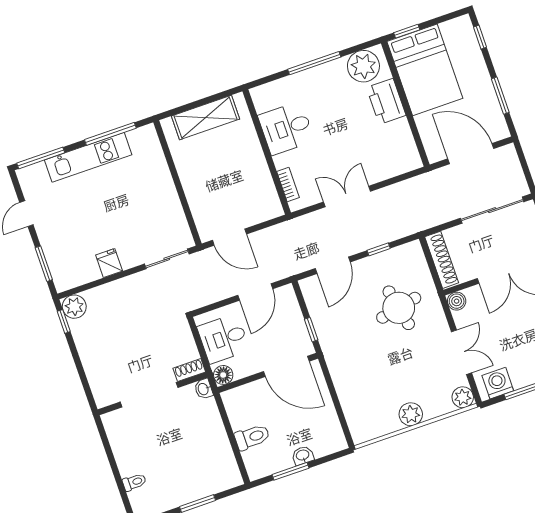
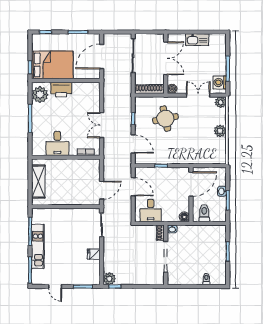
door: (286, 366) -> (191, 184), moved
wall: (268, 373) -> (191, 195), moved
floor lamp: (223, 375) -> (184, 217), moved

